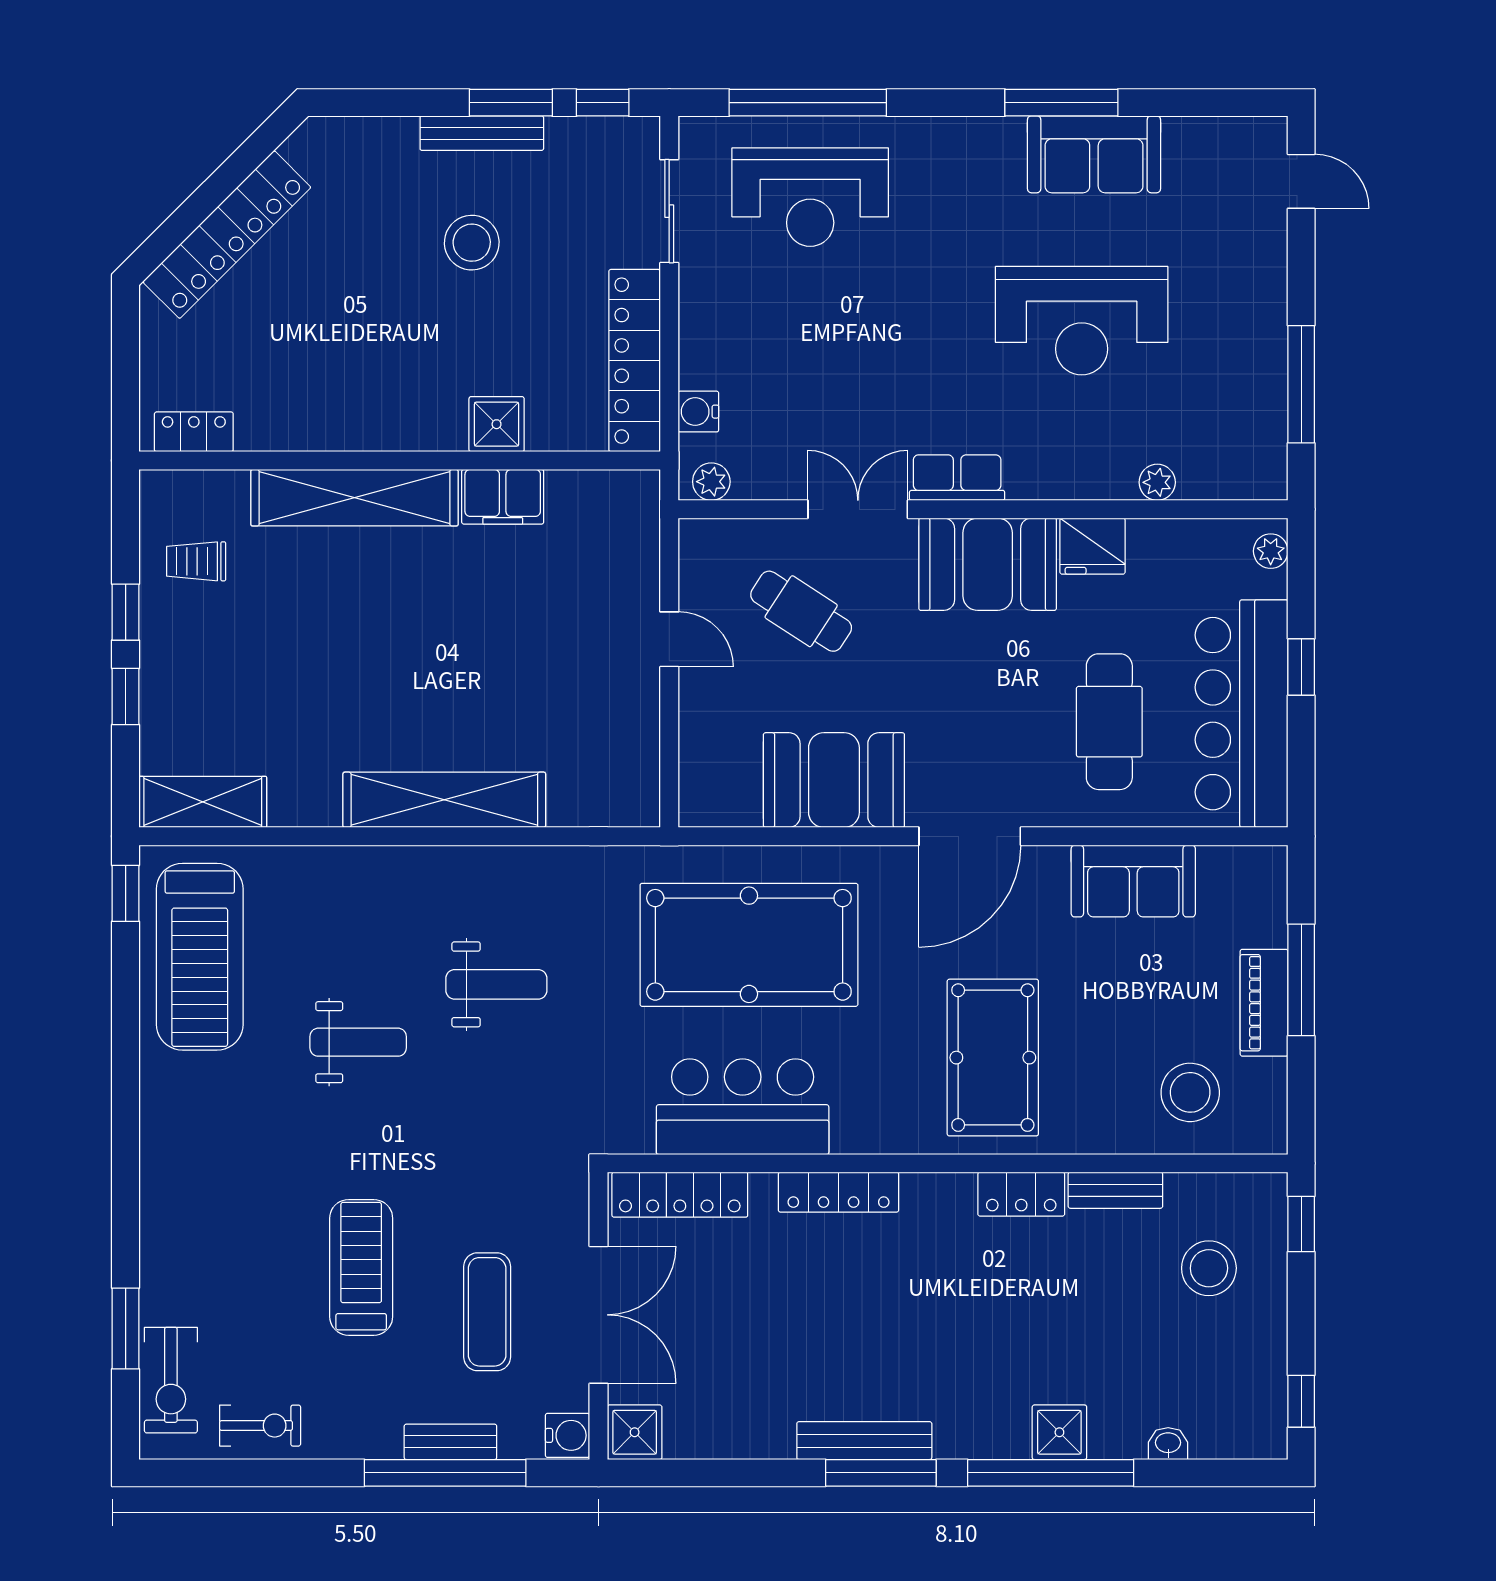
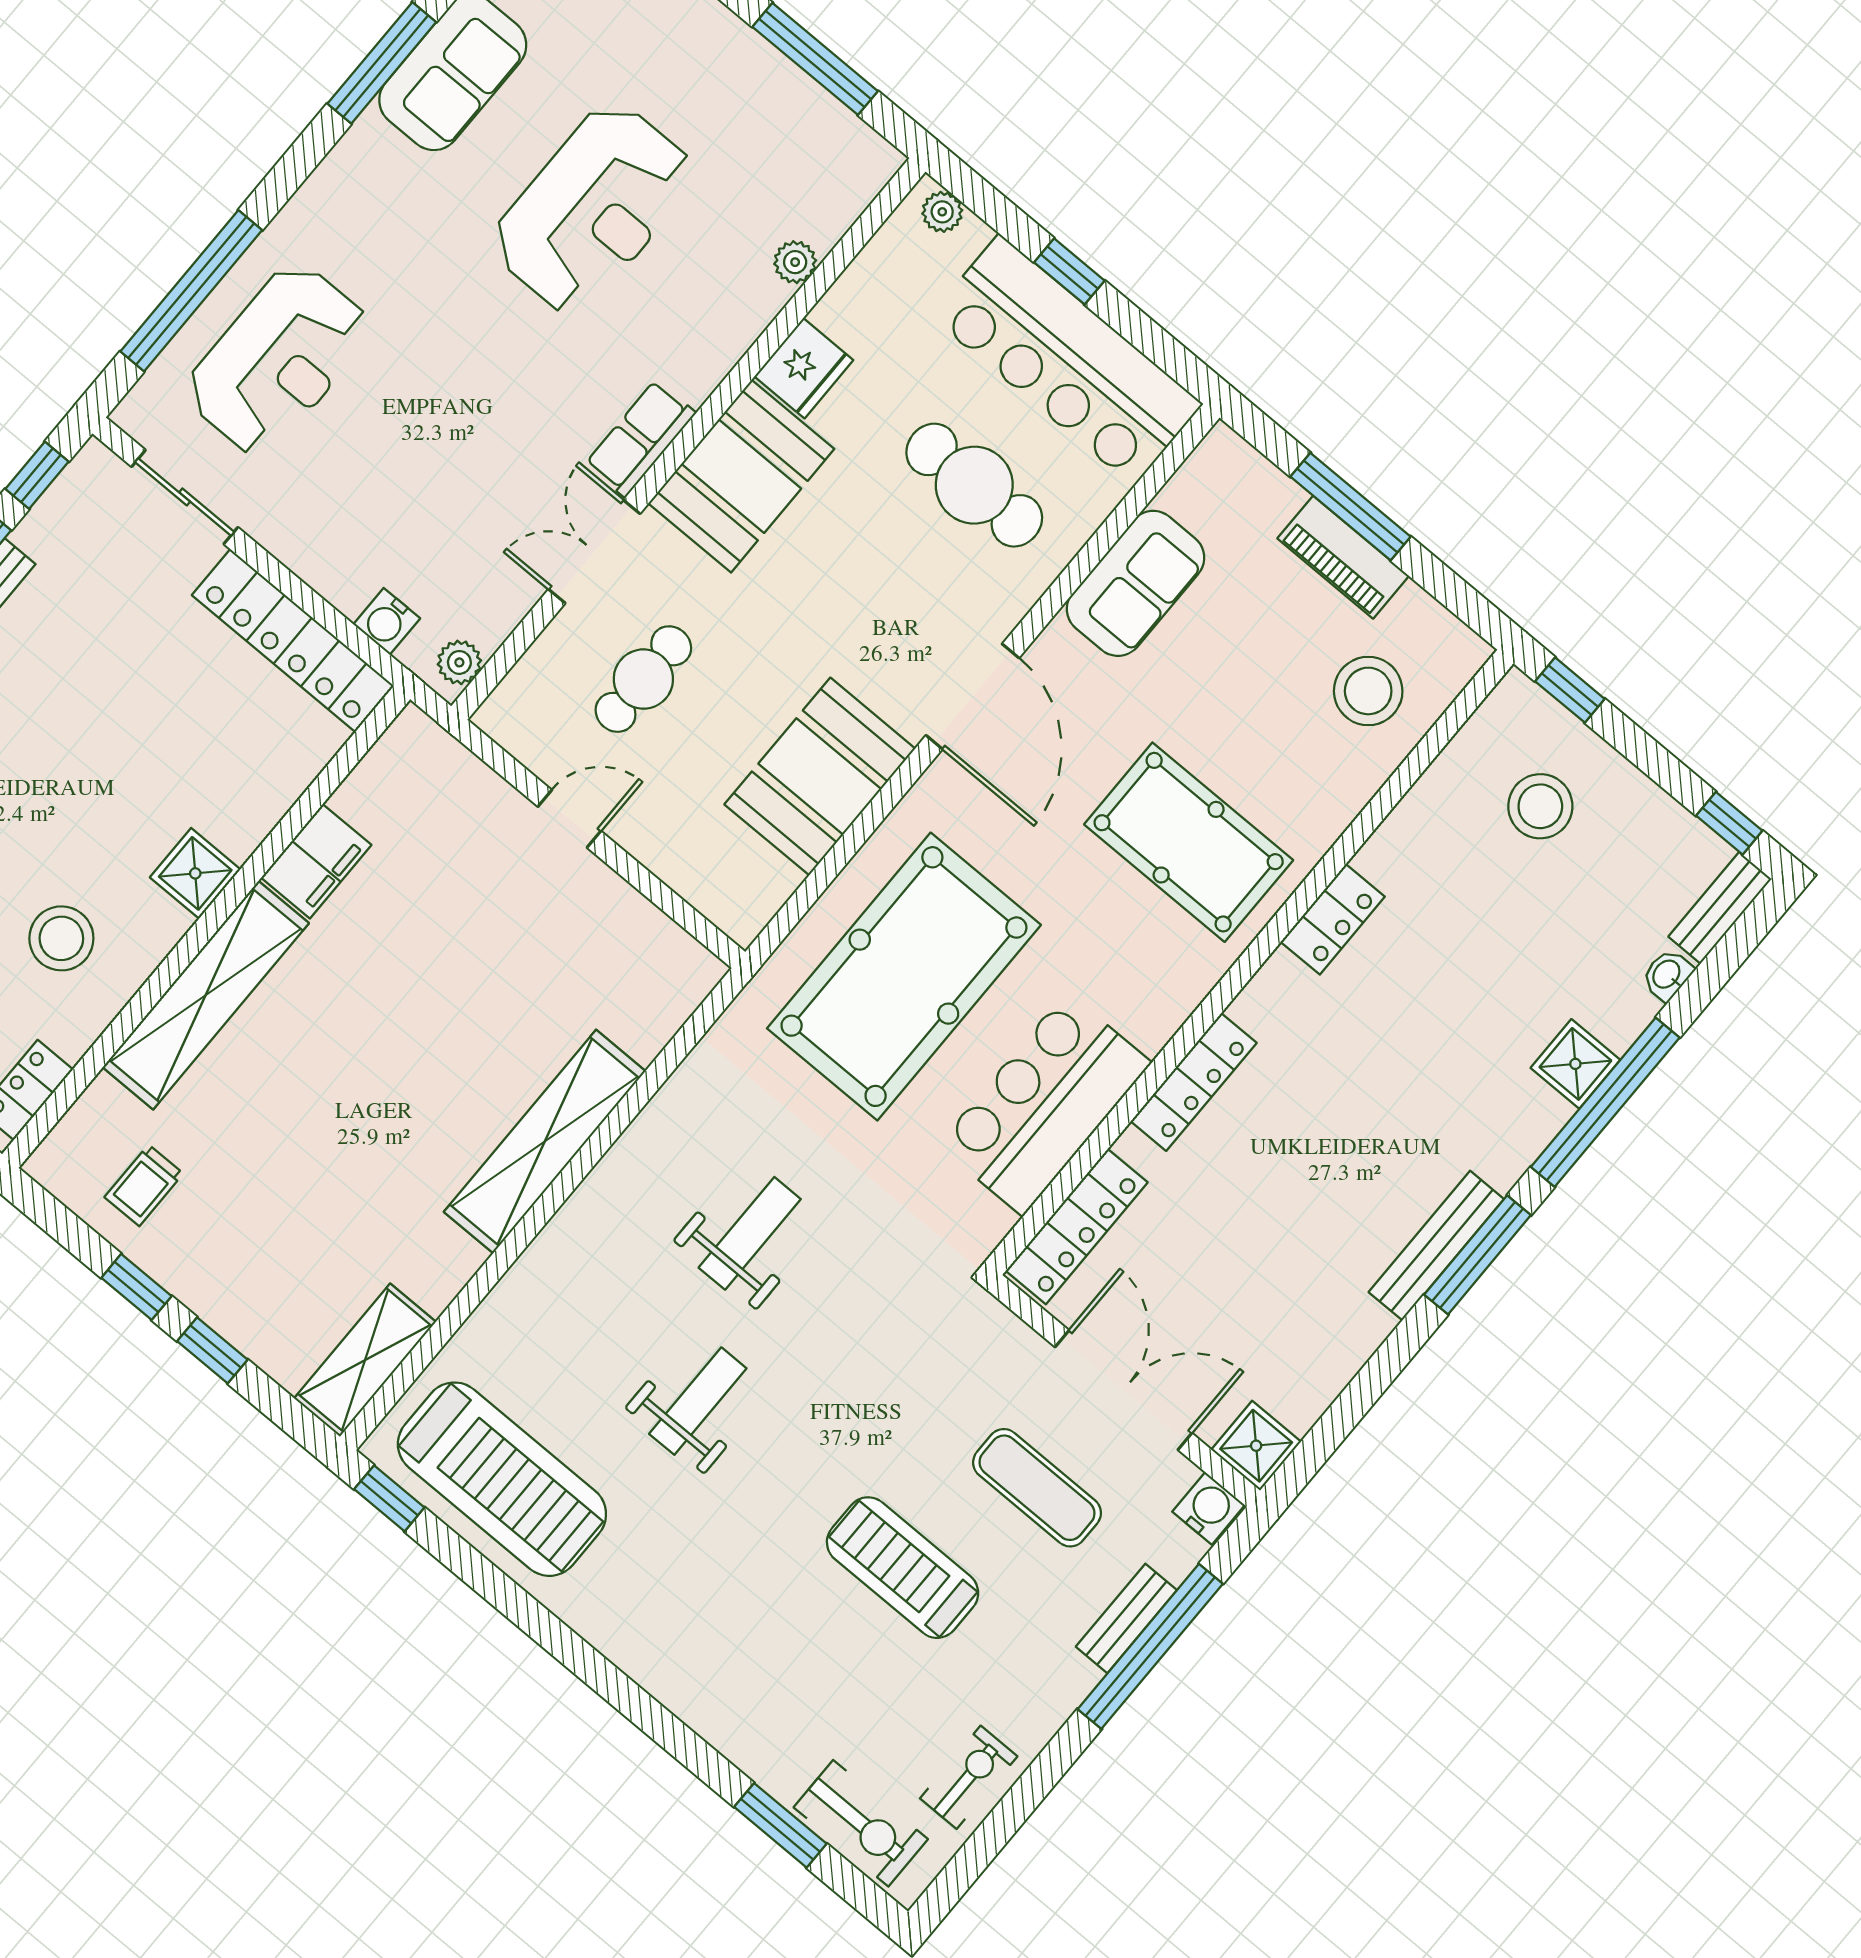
stool: (472, 243) -> (61, 938), moved
shower: (497, 424) -> (195, 873), moved
cafe table: (801, 611) -> (643, 679), turned -33
bench: (1115, 1190) -> (1720, 908), moved

